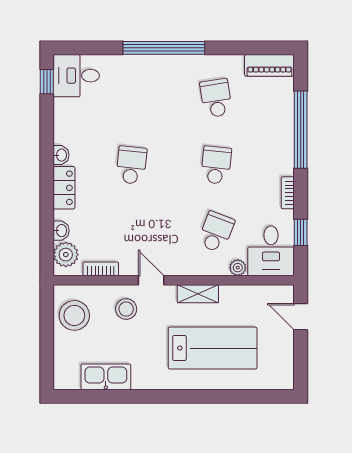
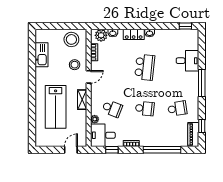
window: (164, 48) -> (202, 83), width x0.68
window: (252, 48) -> (202, 126), added
desk: (76, 76) -> (187, 61), moved, turned 90
school desk: (131, 165) -> (145, 67), width x1.85

